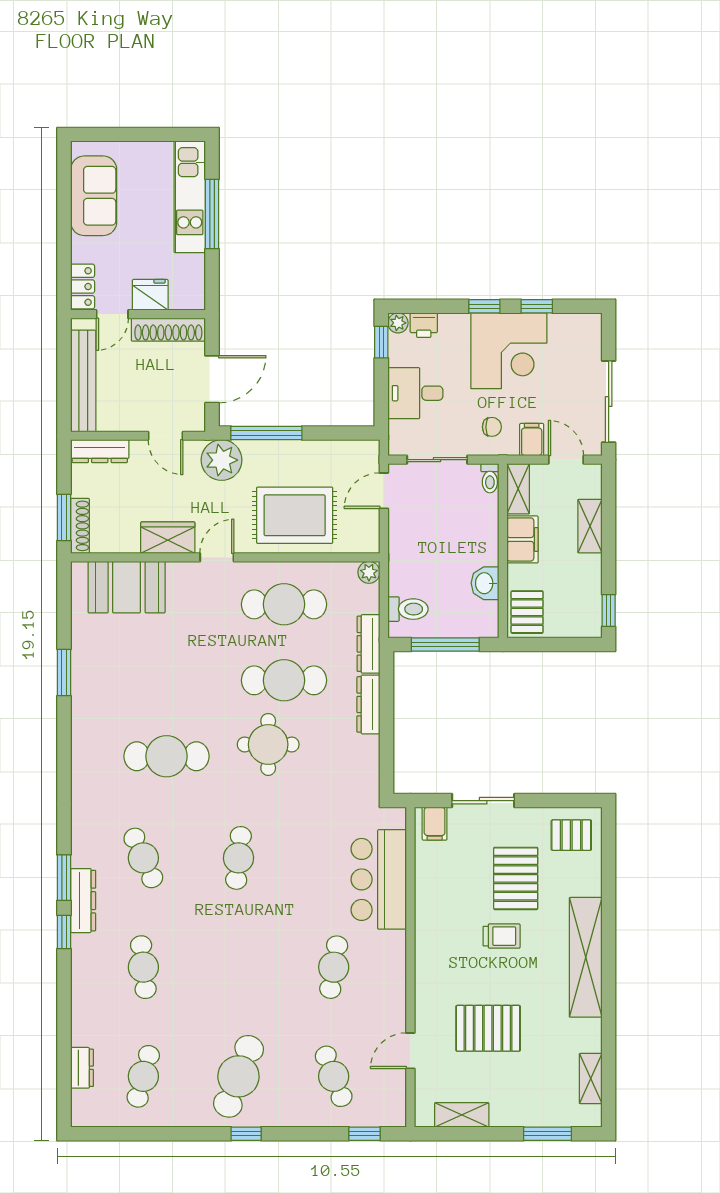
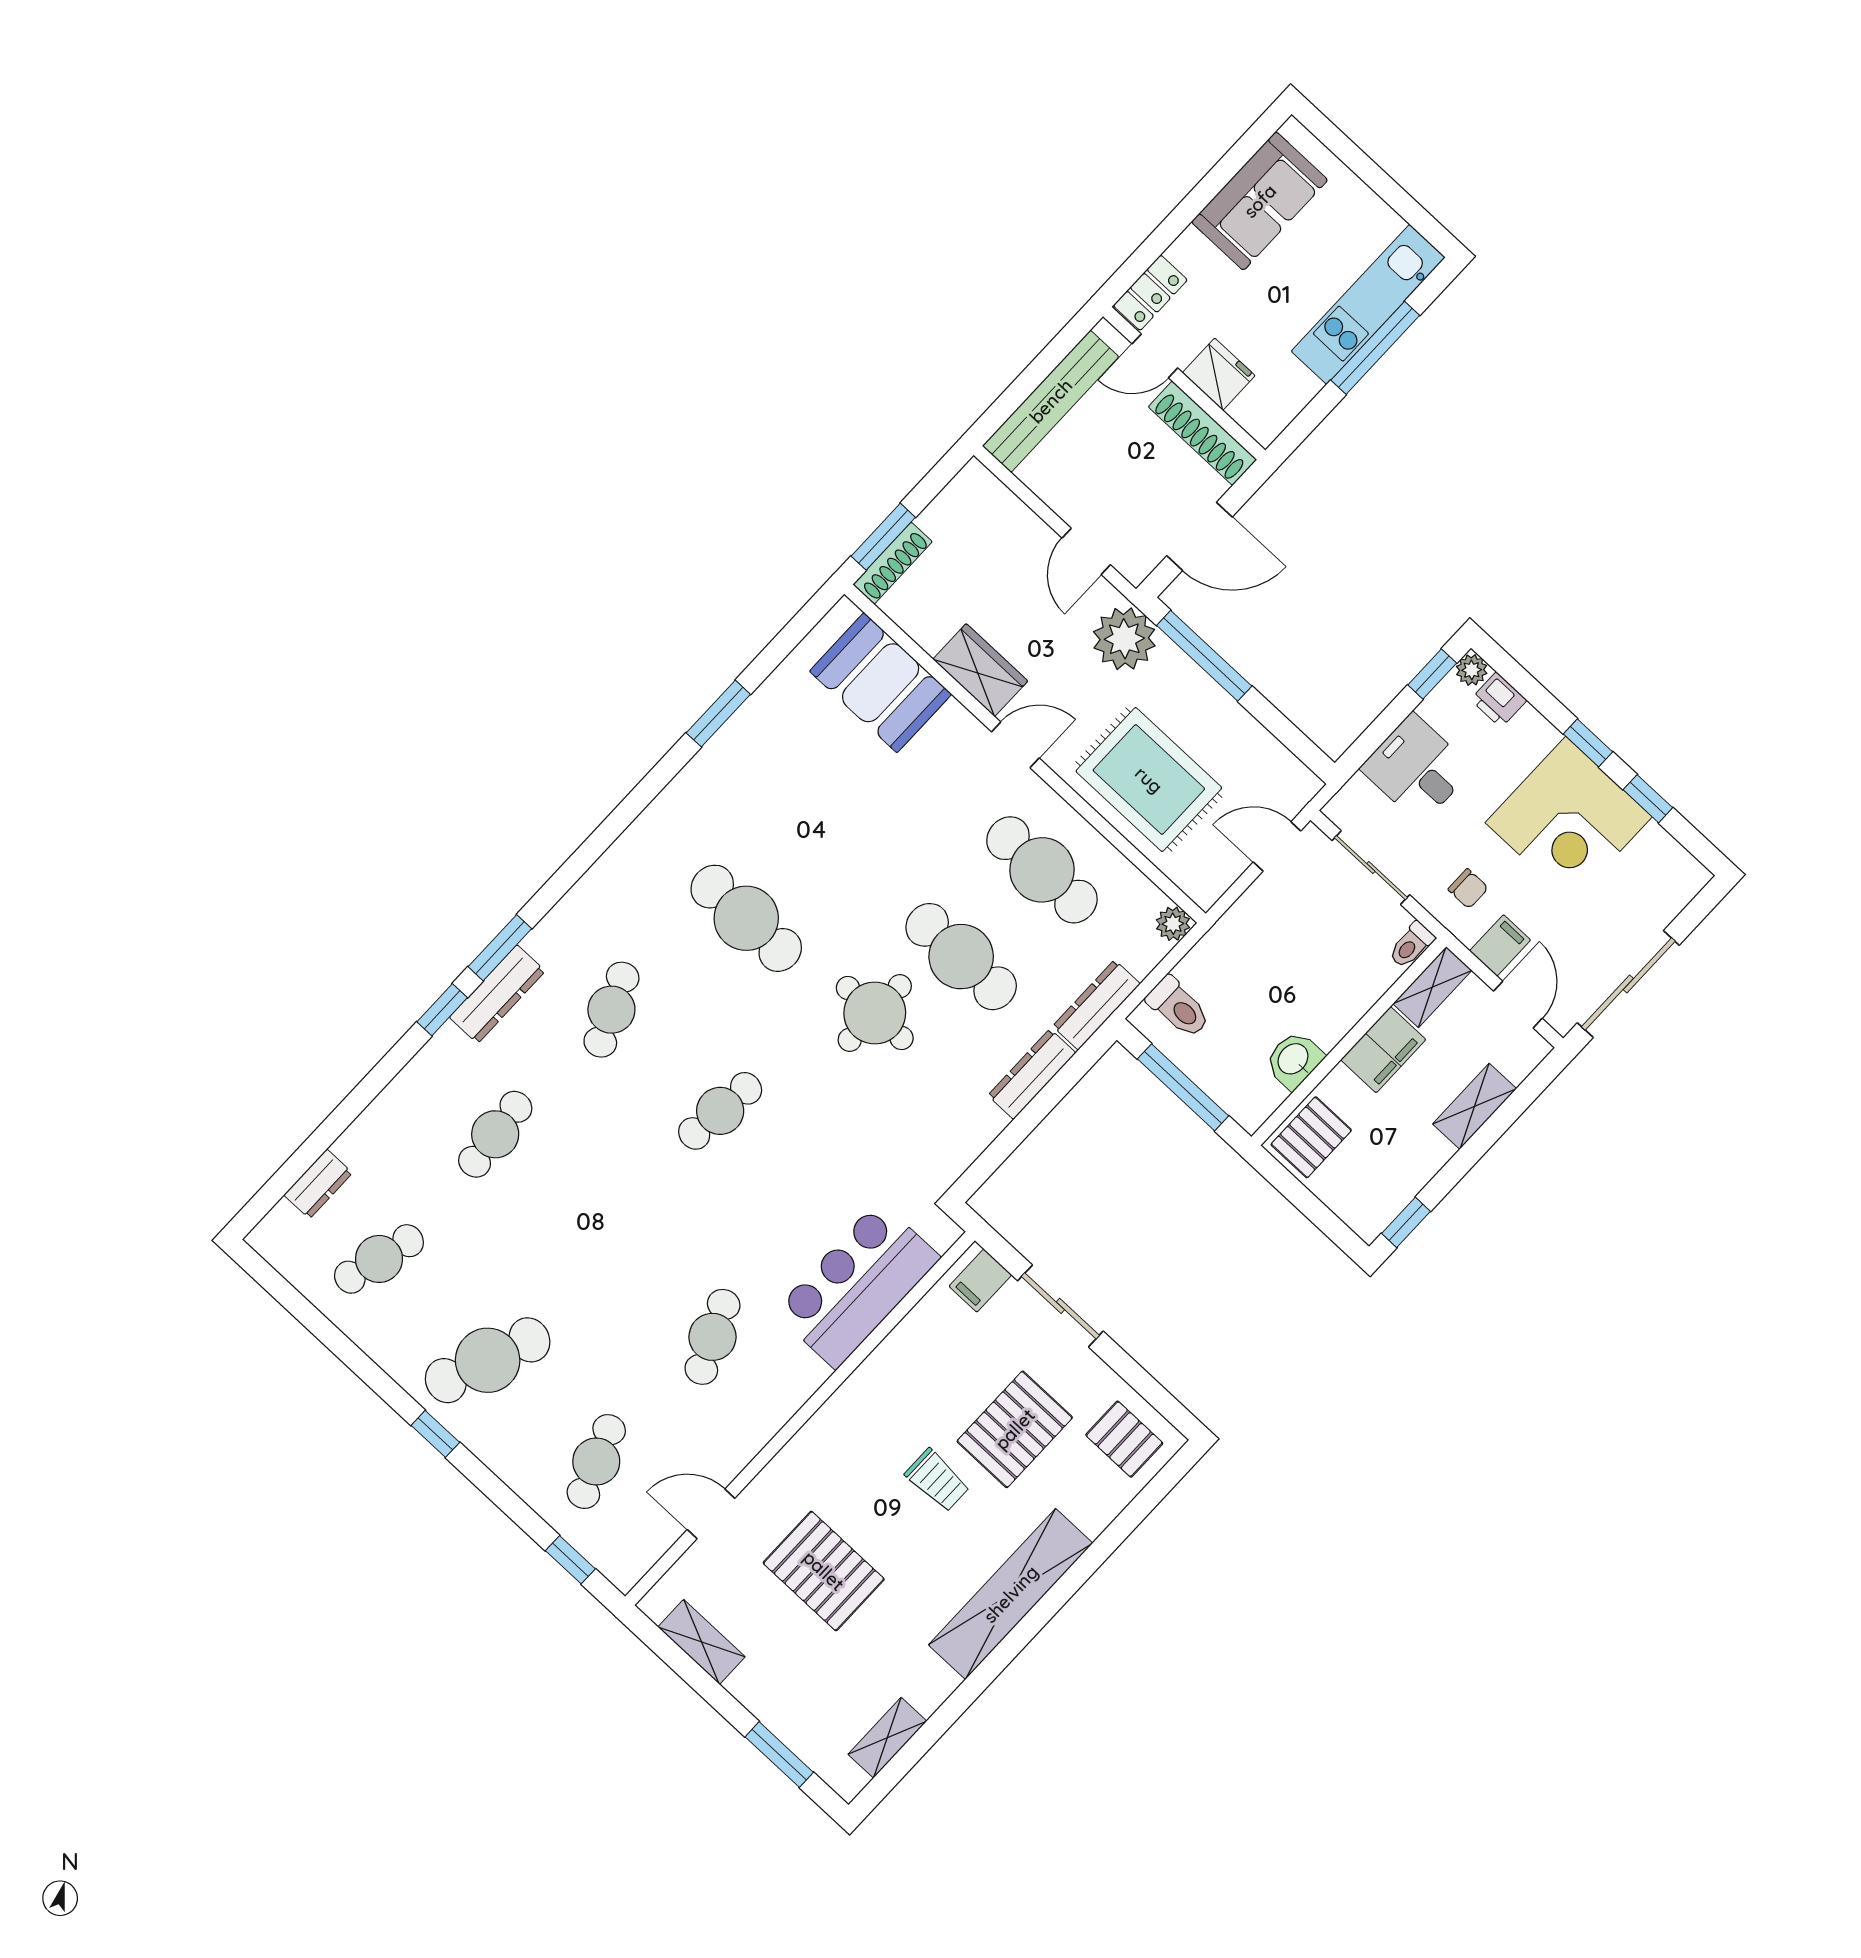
dresser: (100, 451) -> (995, 499), removed
cafe table: (334, 967) -> (712, 1337), turned -33

